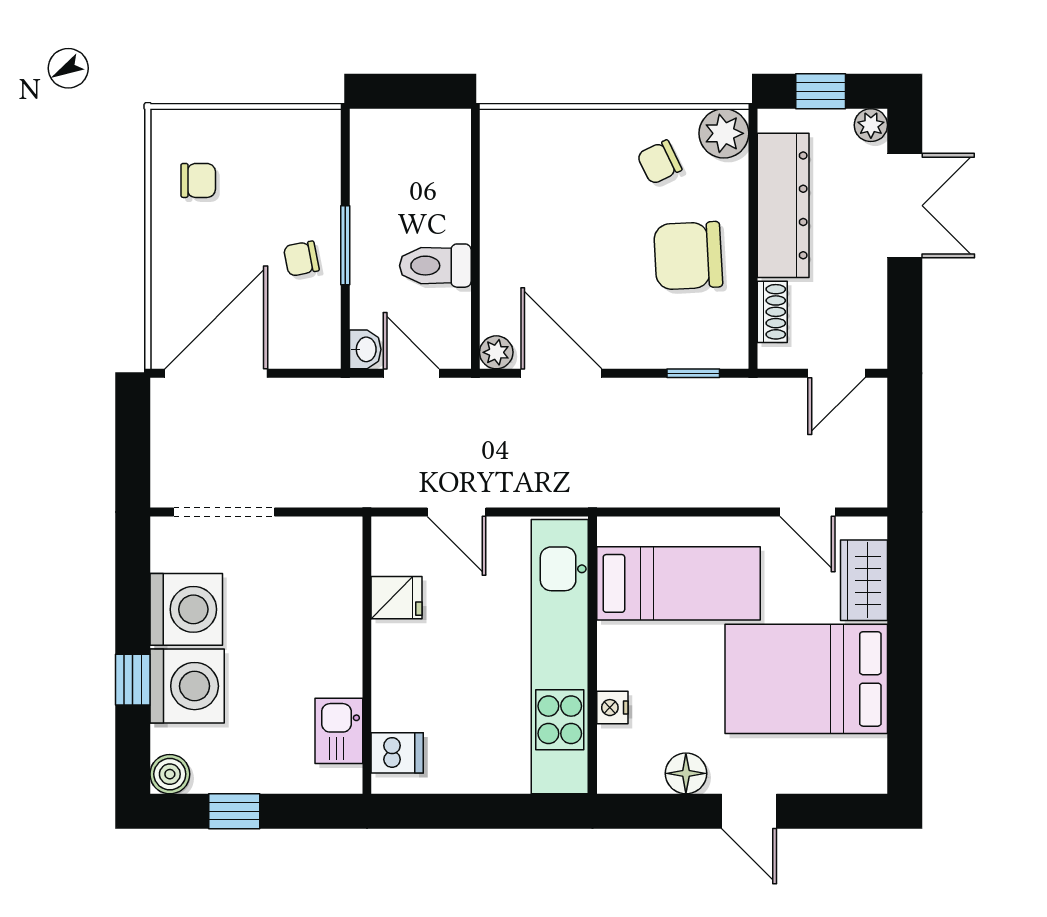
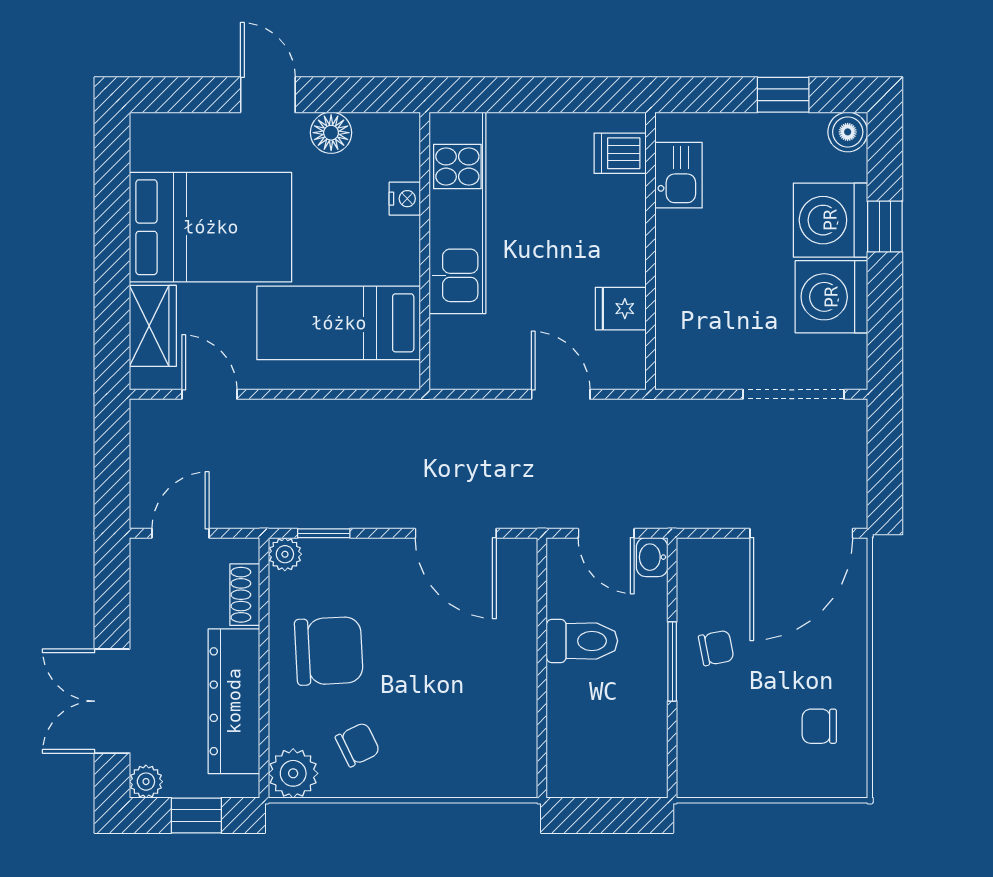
plant: (496, 352) -> (285, 554), moved
kitchen unit: (560, 657) -> (457, 213), width x0.73

